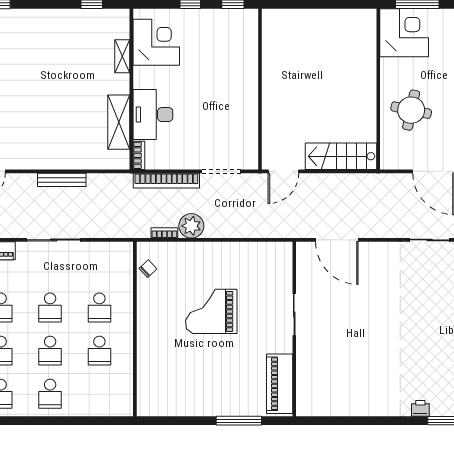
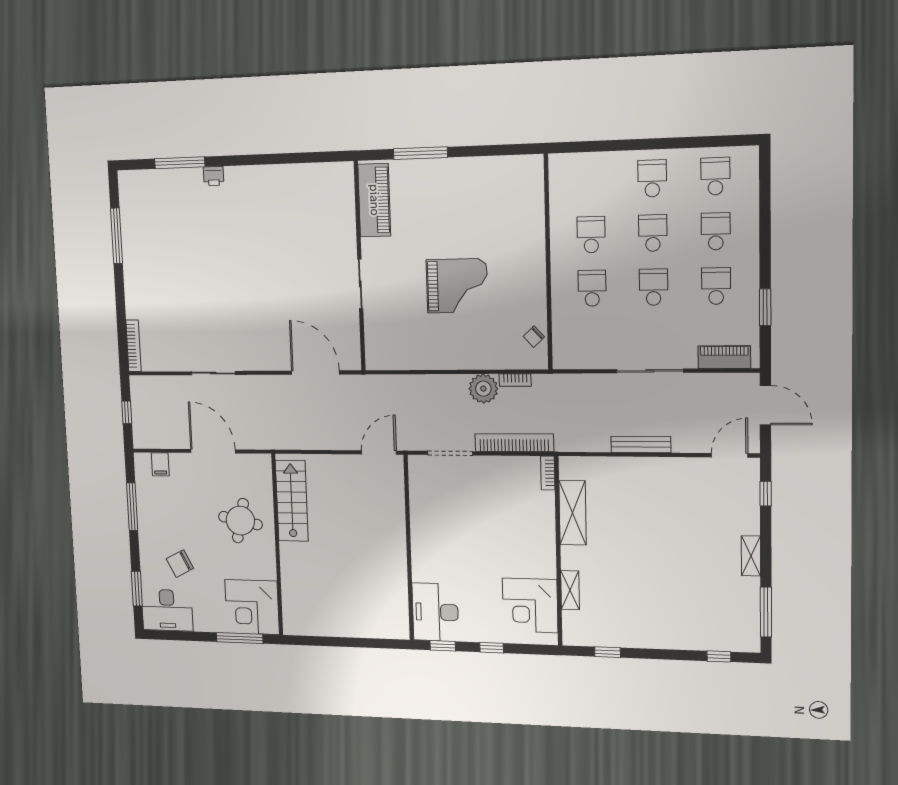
desk: (153, 115) -> (435, 612), moved, turned 180
stairs: (341, 156) -> (292, 501), moved, turned -90

